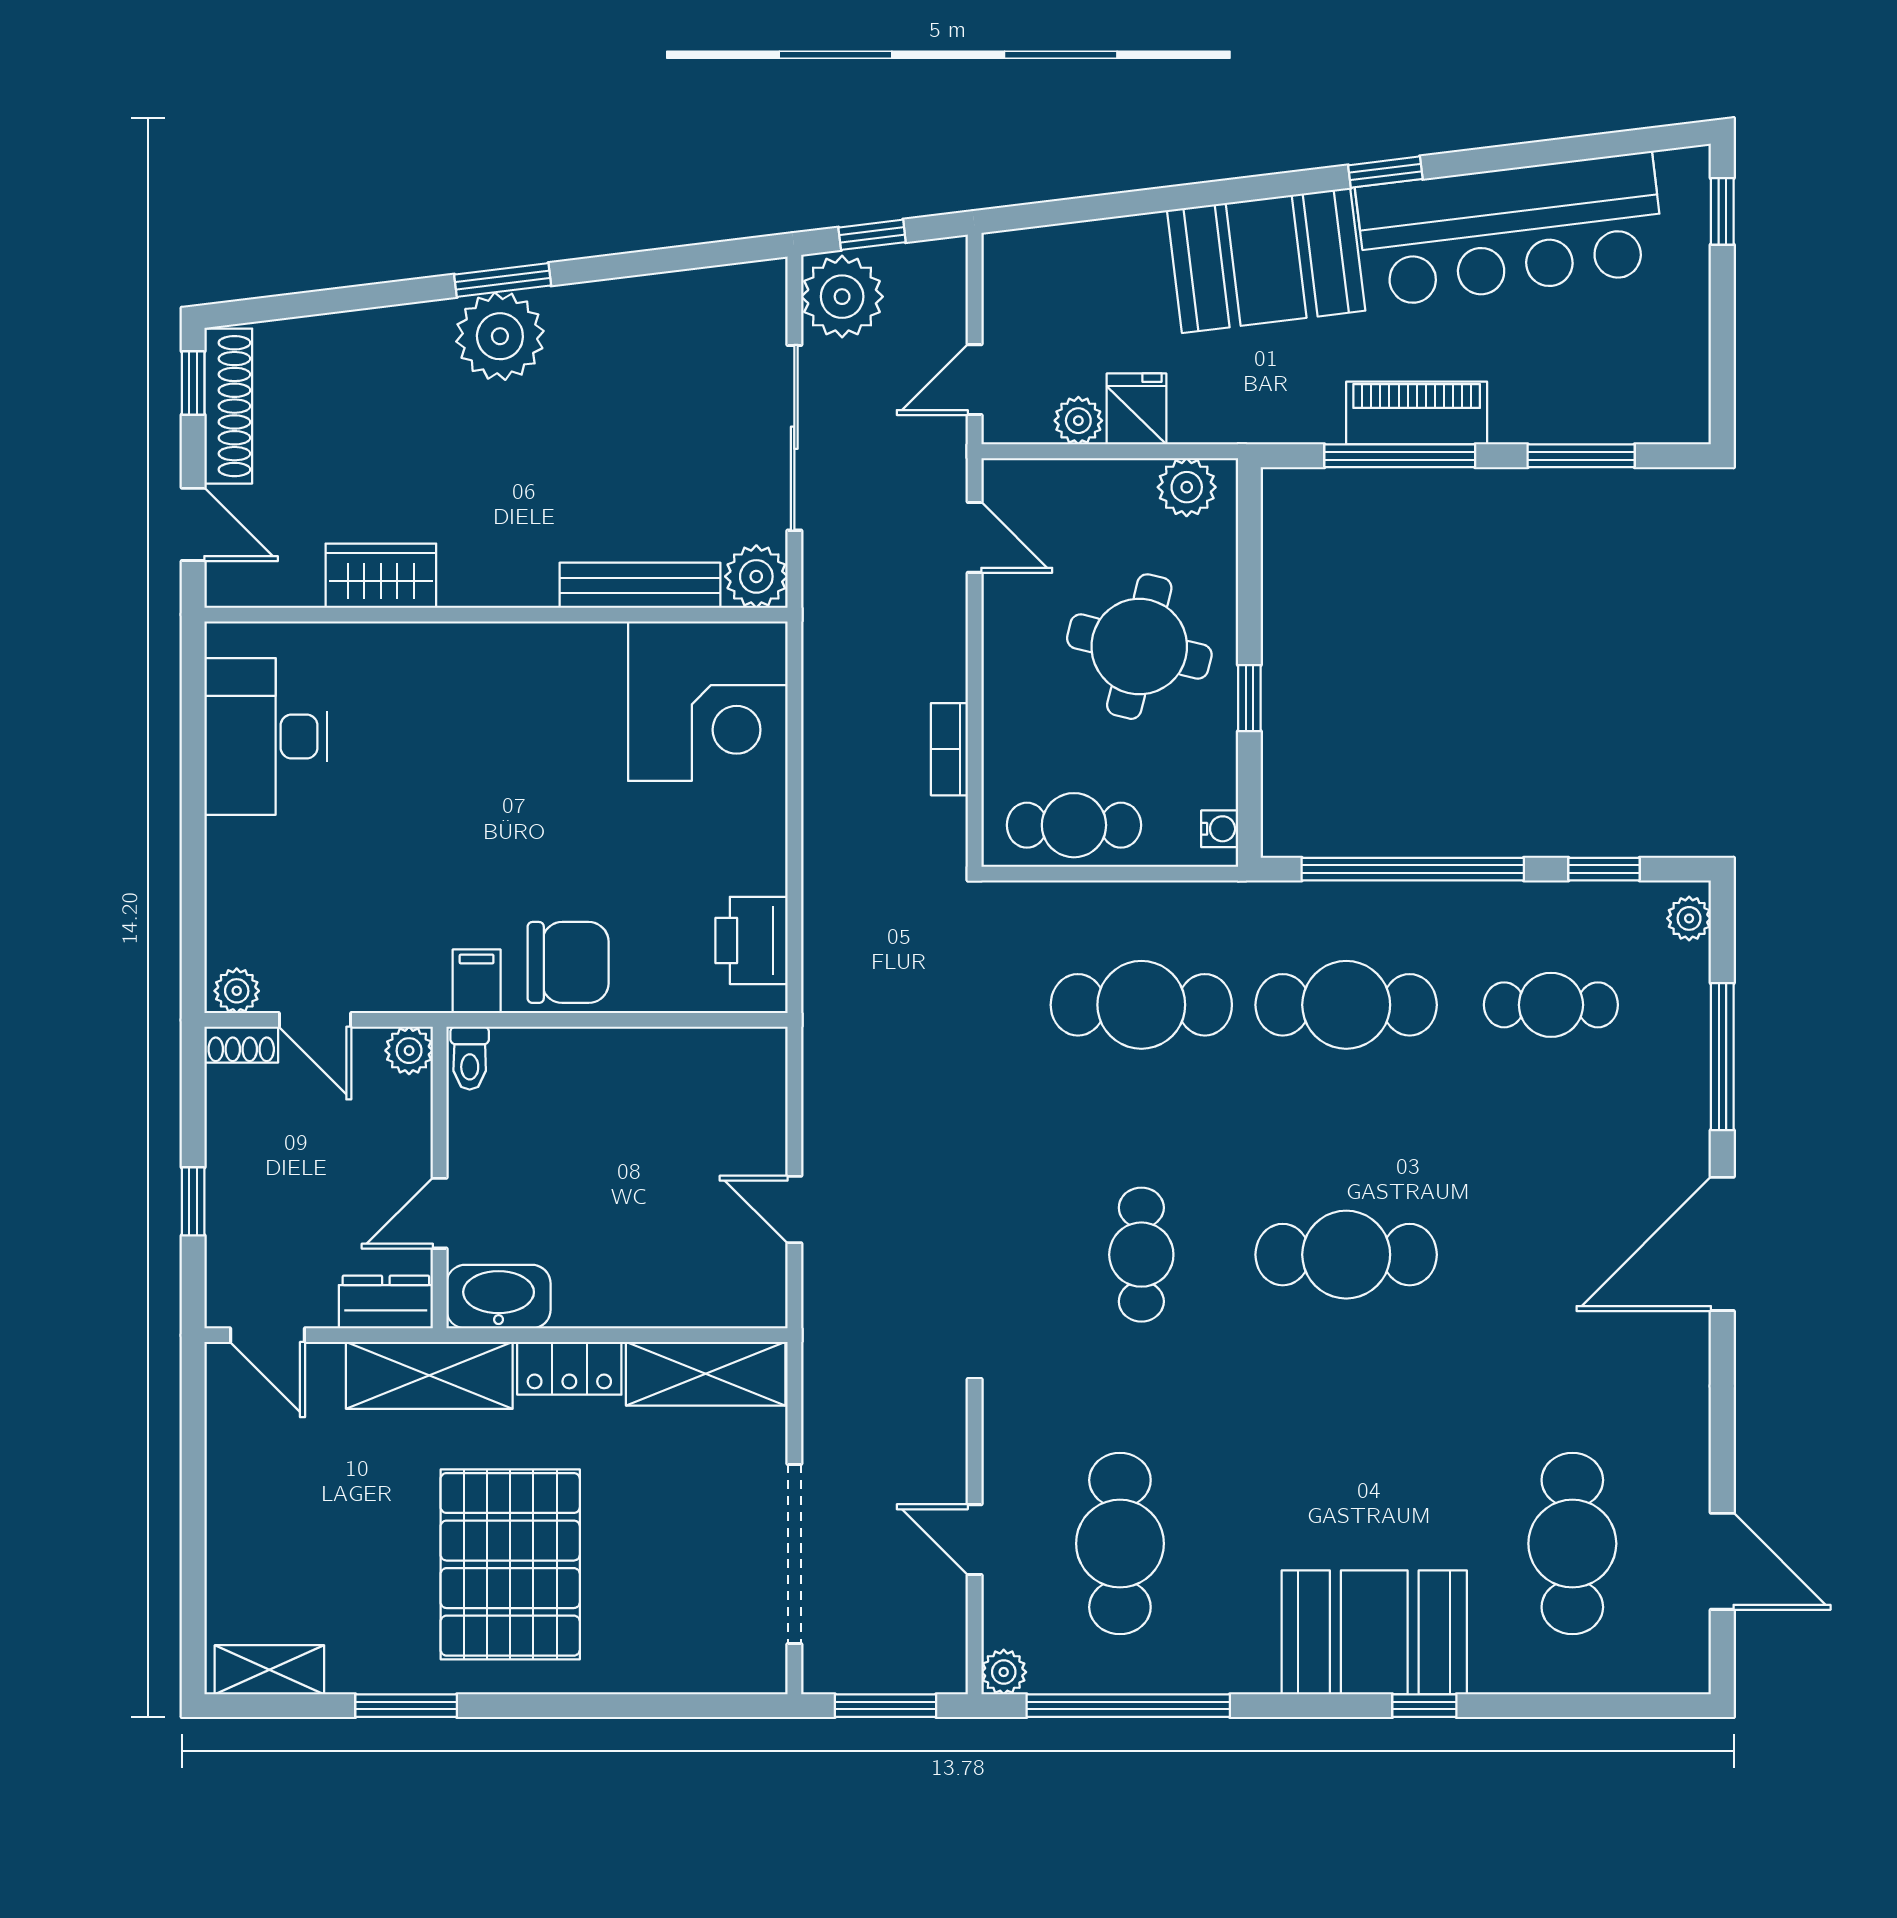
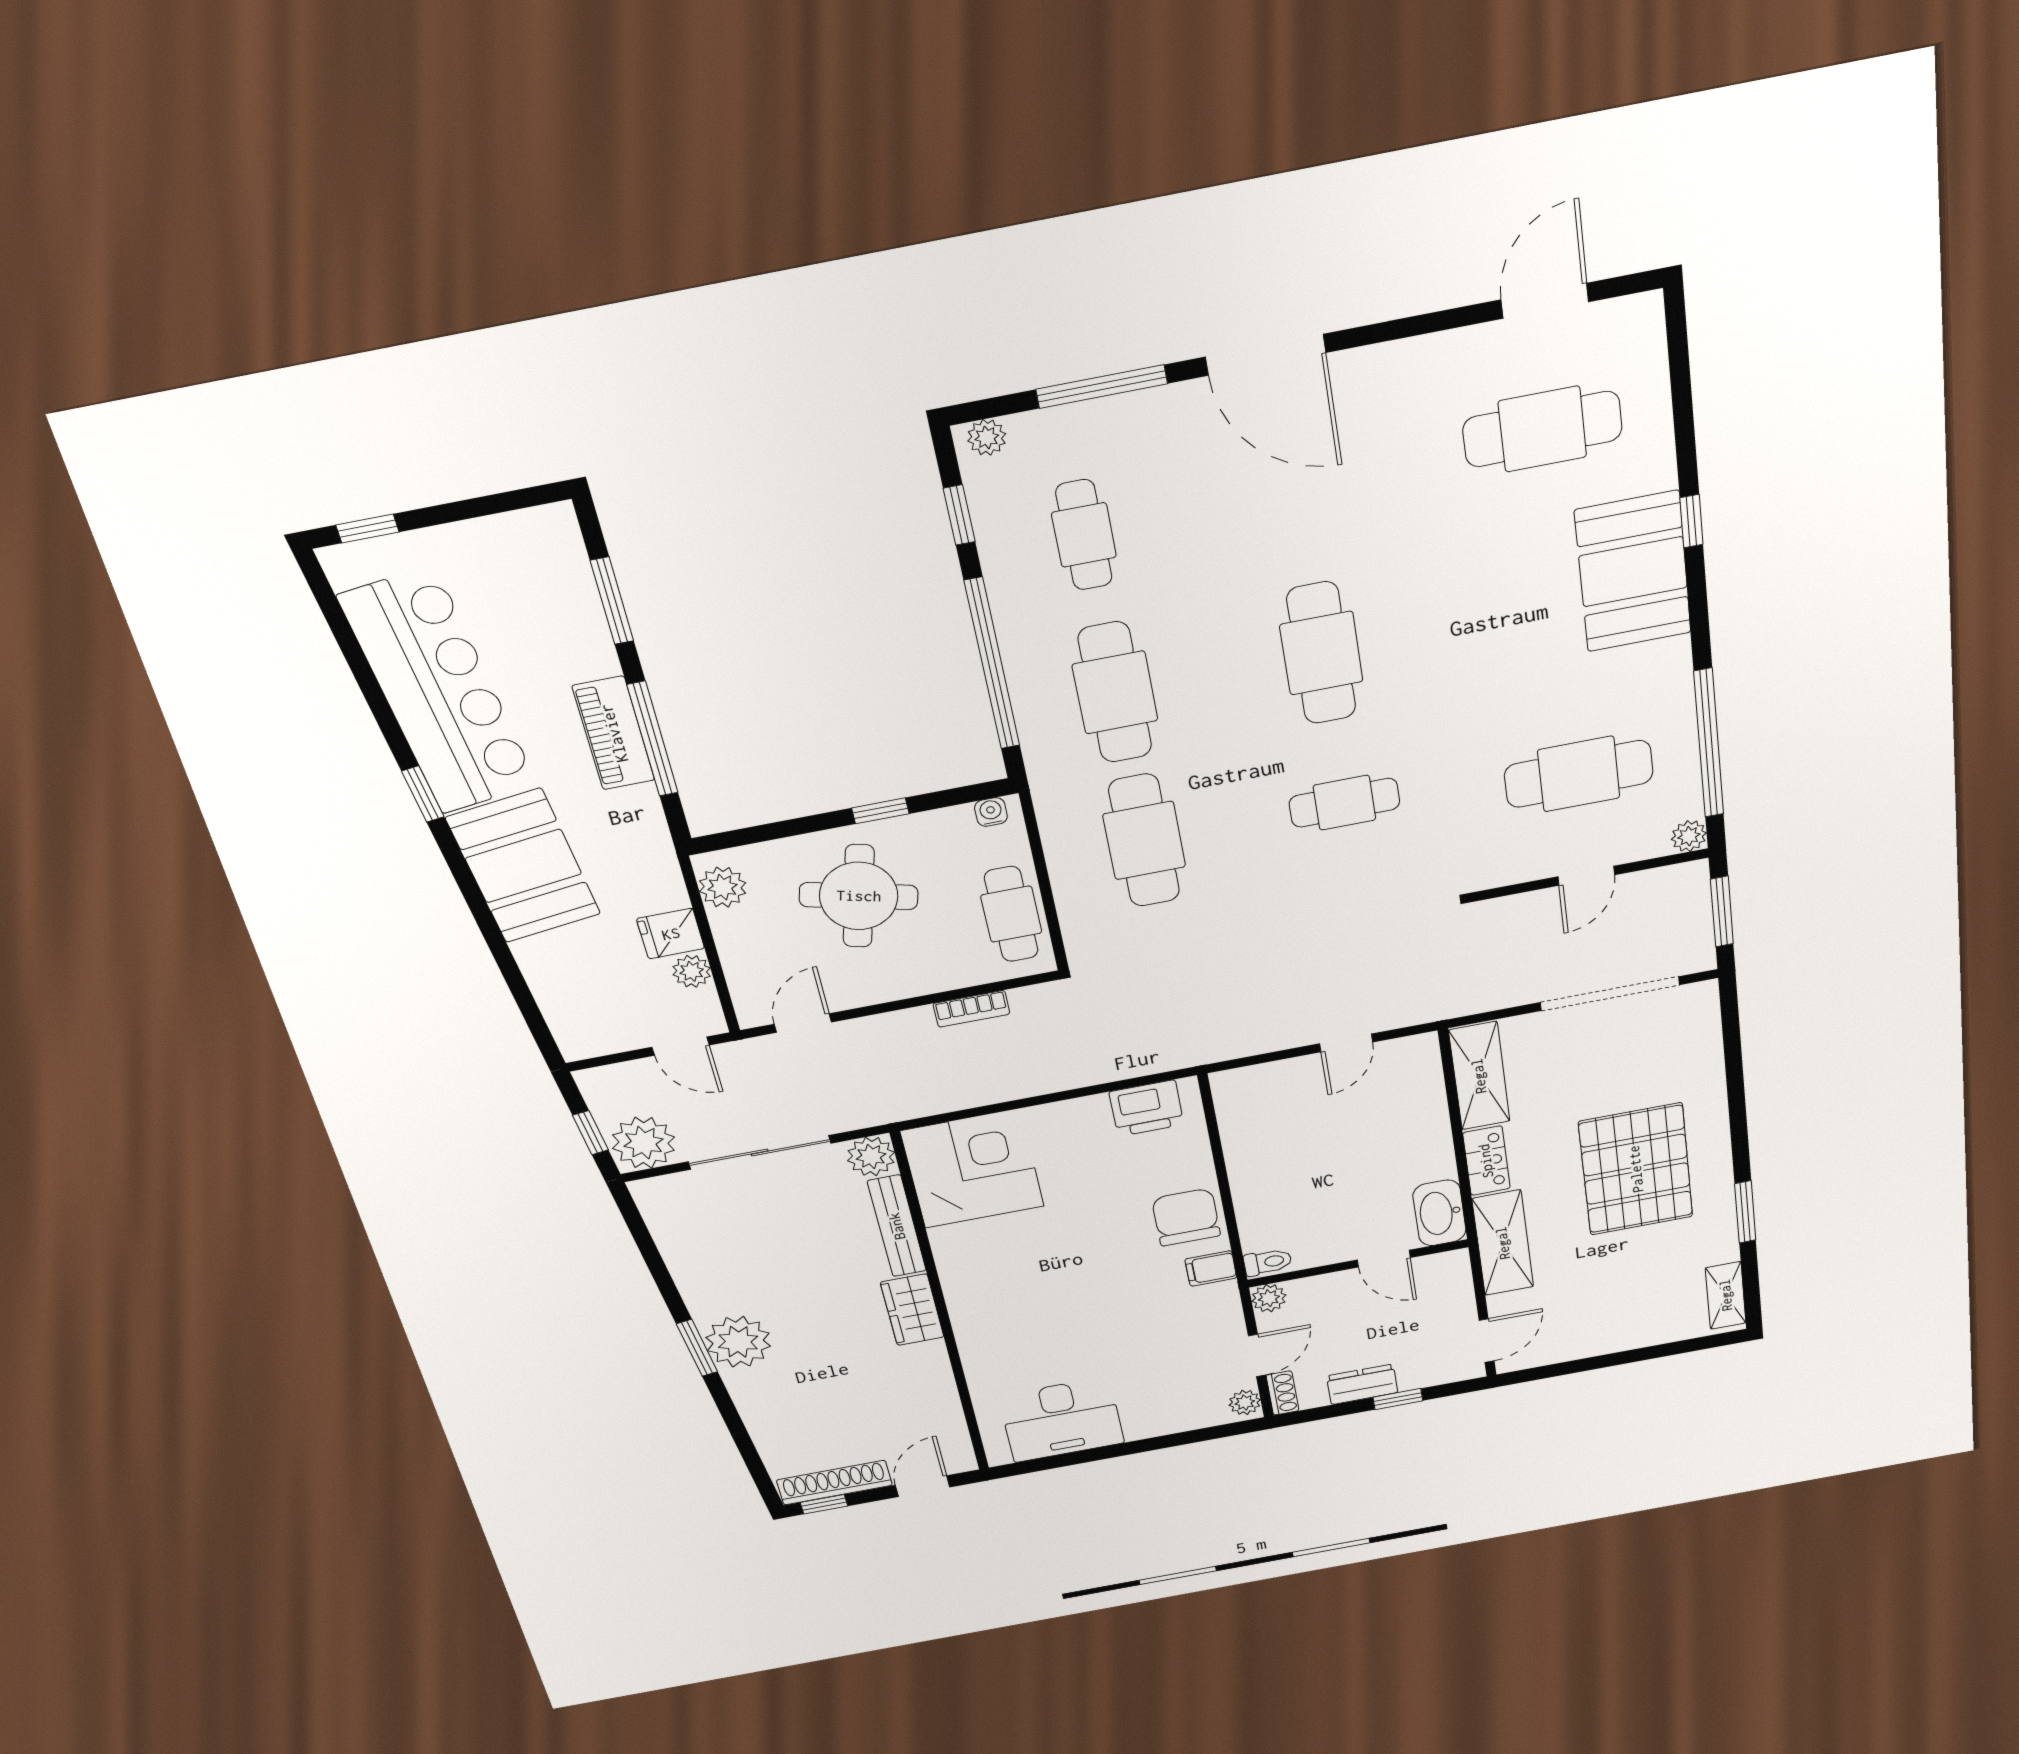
wardrobe: (381, 576) -> (912, 1310), moved
dresser: (386, 1302) -> (1362, 1384), moved, turned 90
pallet: (510, 1564) -> (1636, 1169), turned 90

